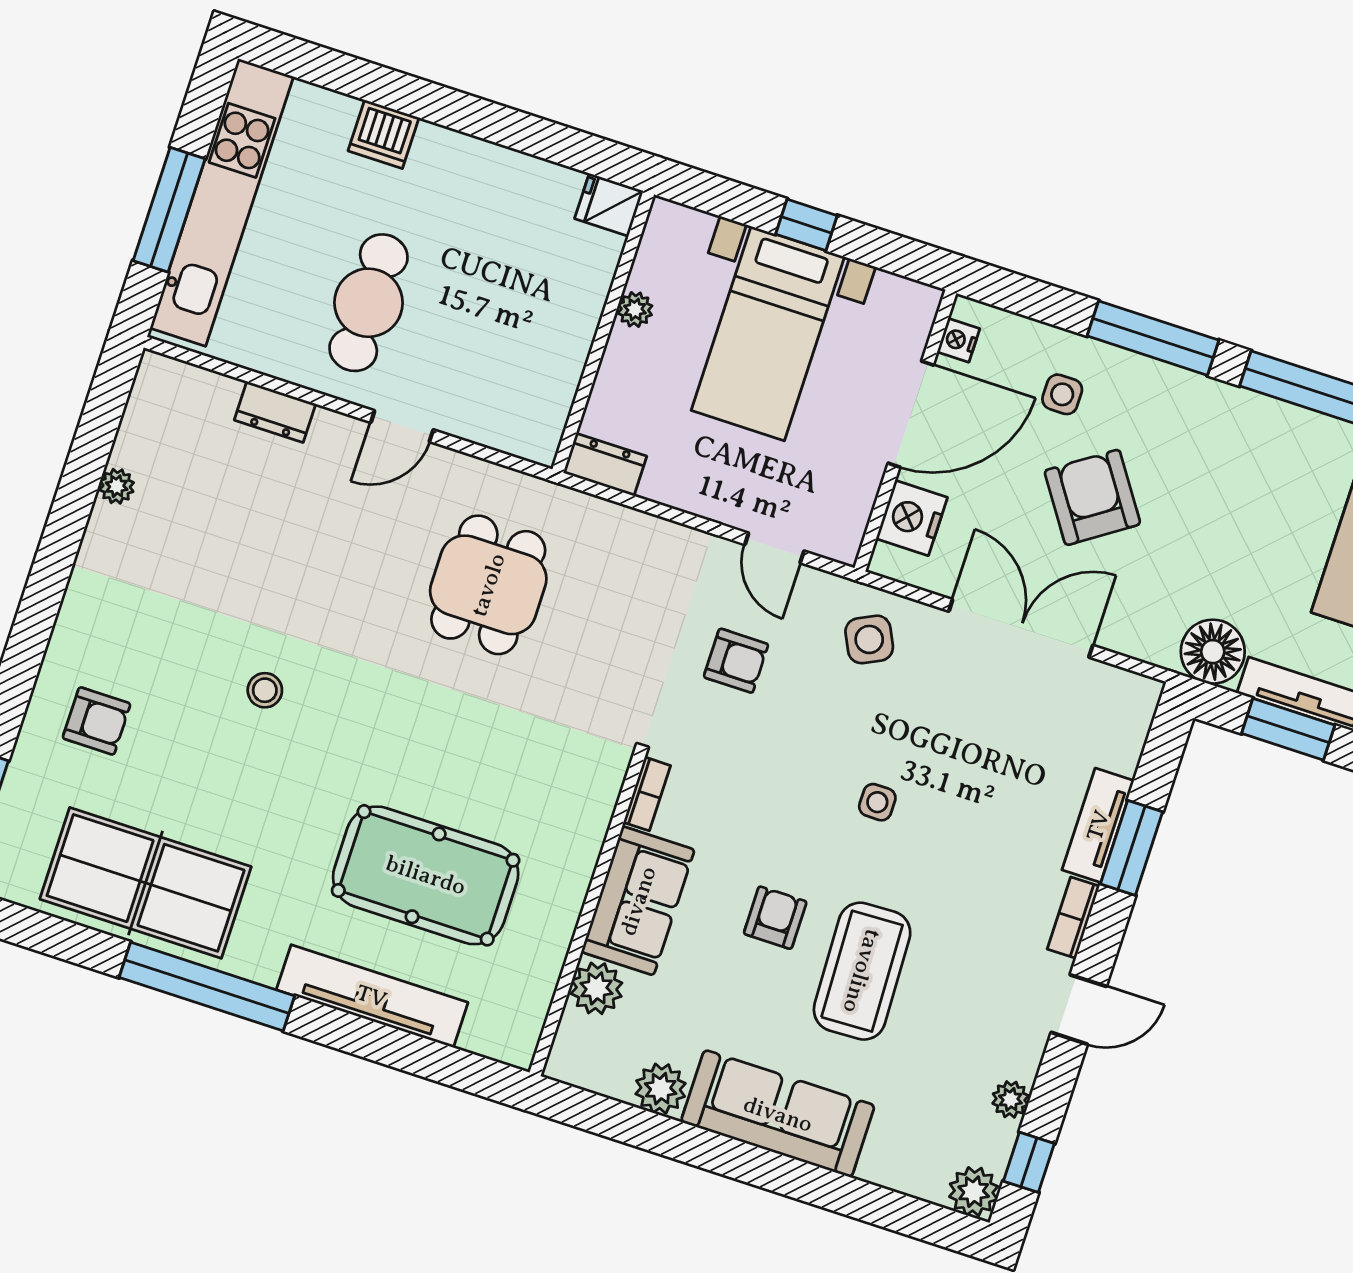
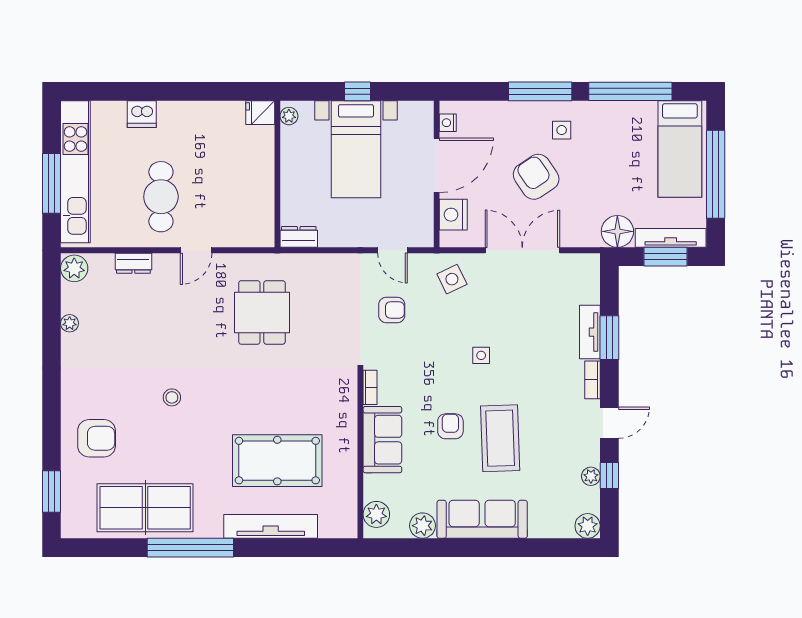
plant: (635, 309) -> (289, 116), moved
plant: (160, 385) -> (74, 268), added
side table: (1062, 394) -> (562, 130), moved
armchair: (97, 721) -> (97, 438), width x1.38, depth x1.38
plant: (597, 988) -> (376, 514), moved
window: (1029, 1162) -> (609, 475), moved

